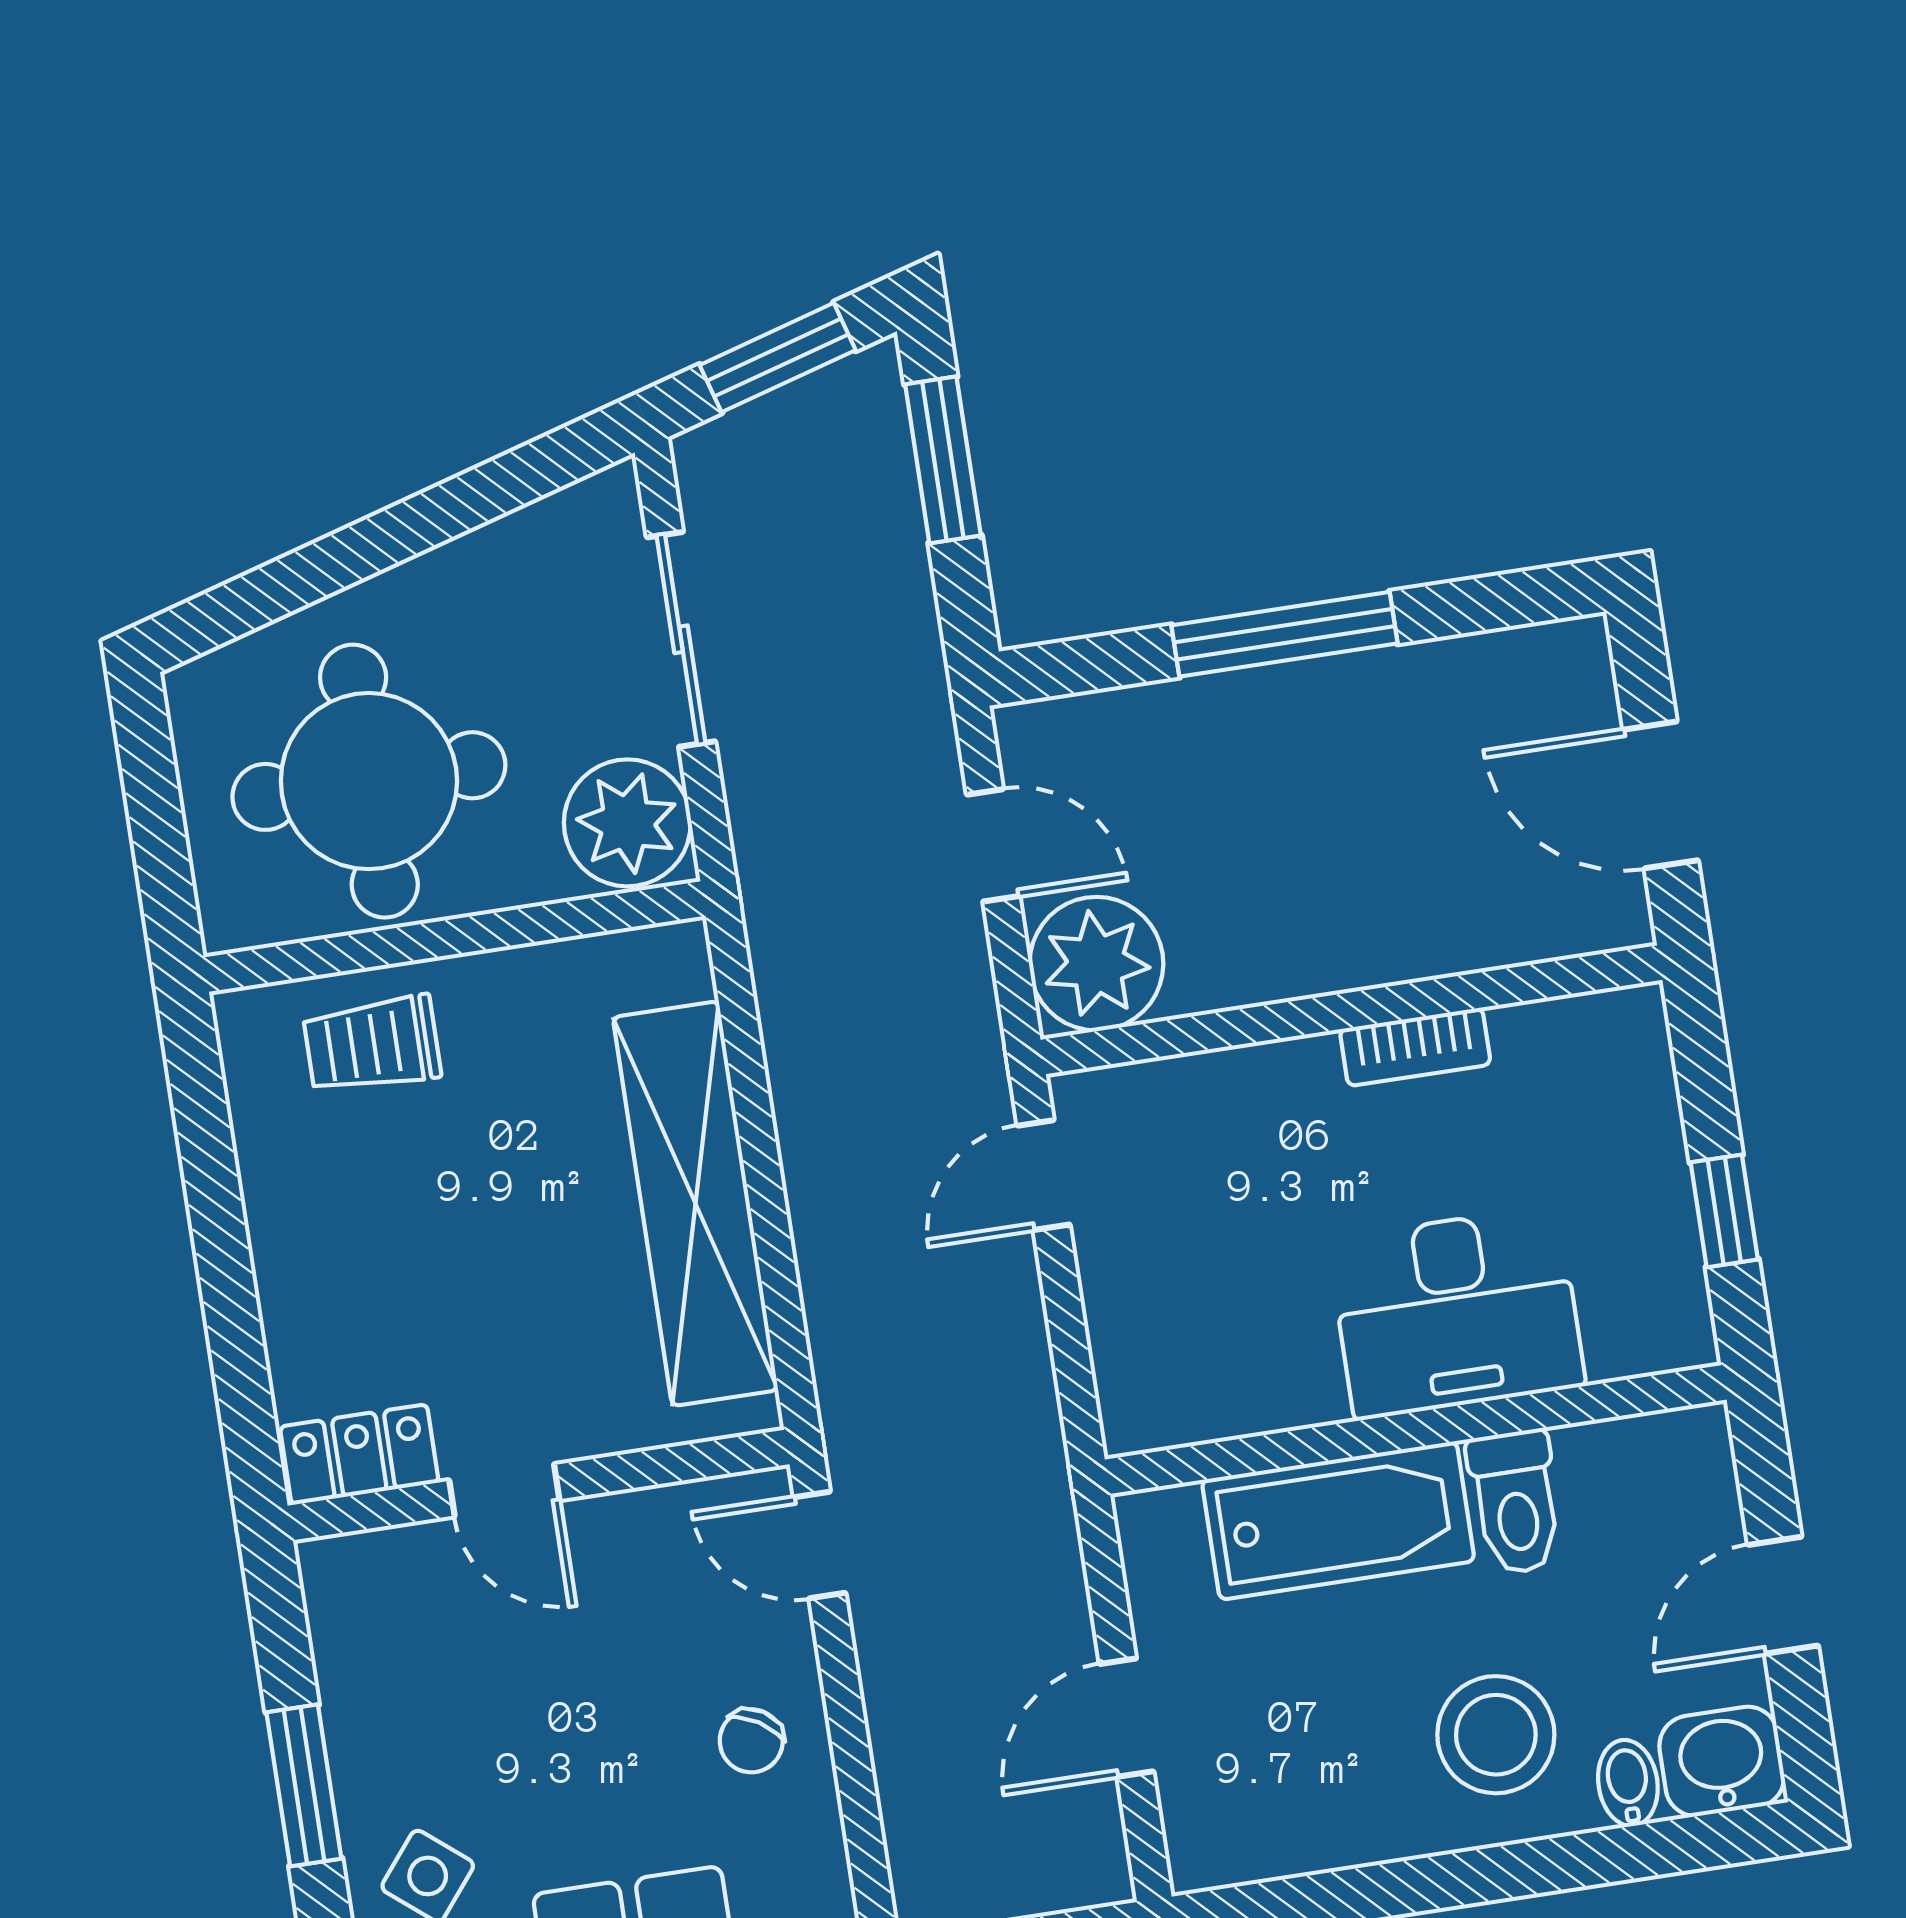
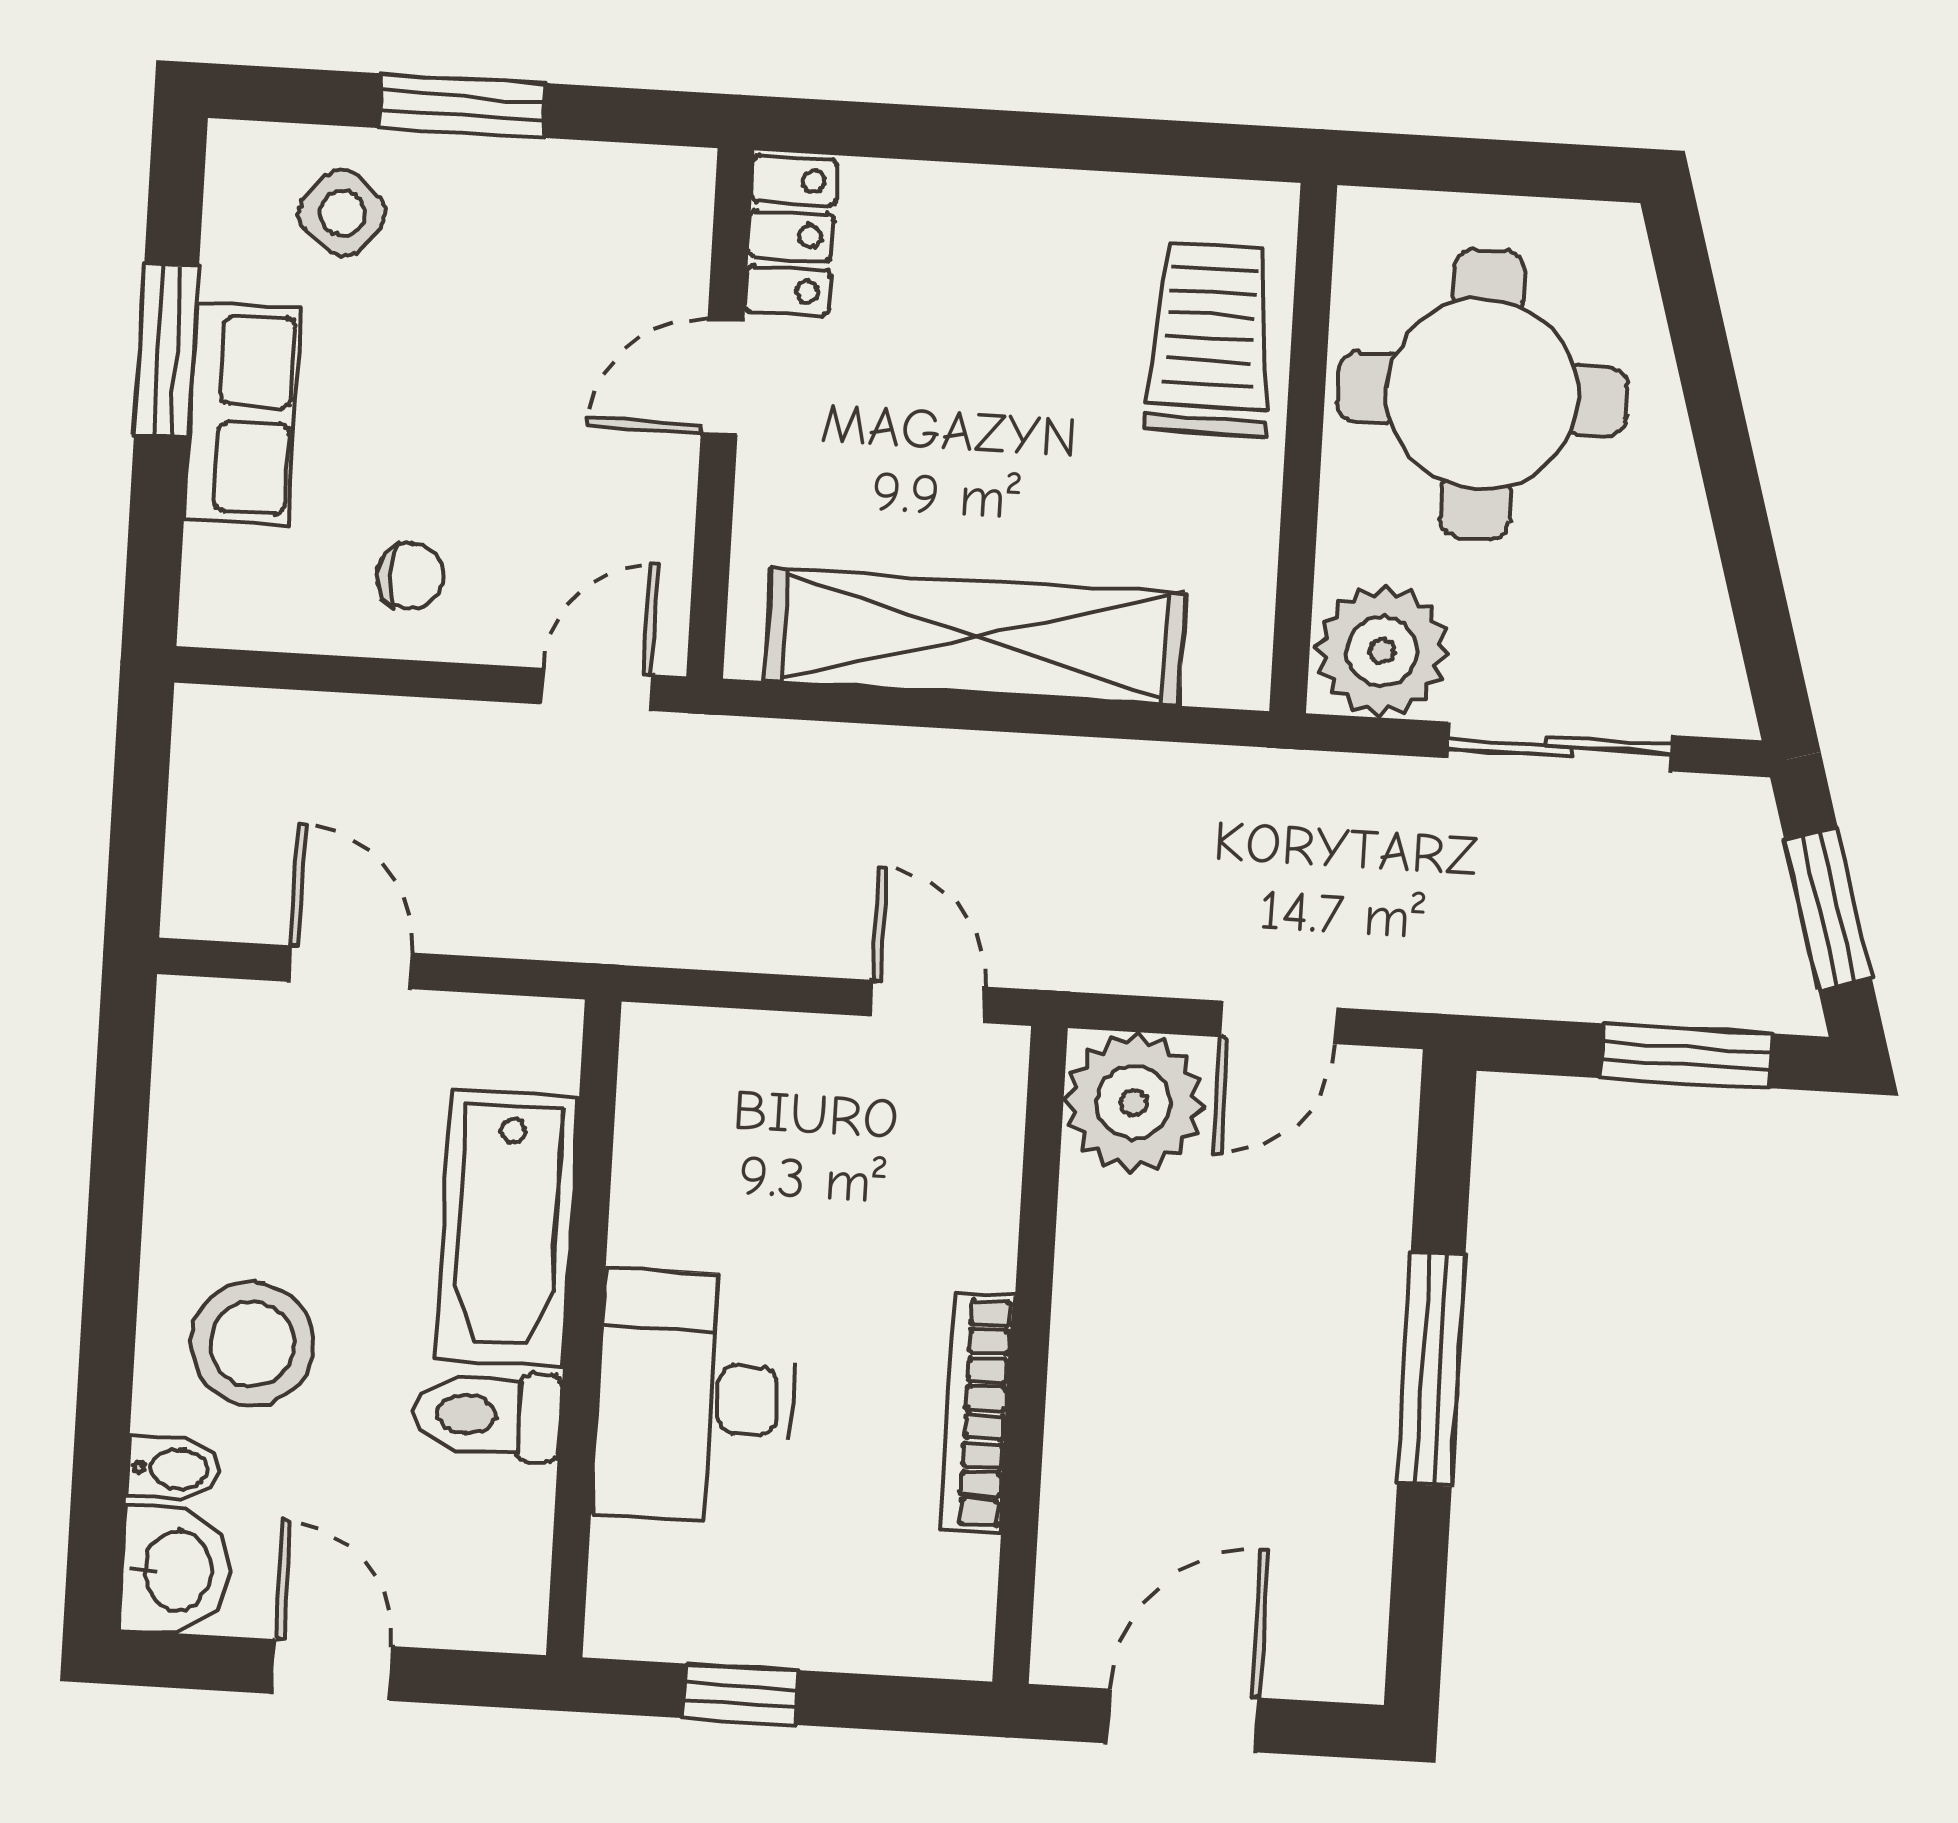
trolley: (372, 1045) -> (1210, 339), width x1.36, depth x1.39
bookcase: (1415, 1047) -> (978, 1412), width x1.56
chair: (751, 1741) -> (410, 576), turned 148

